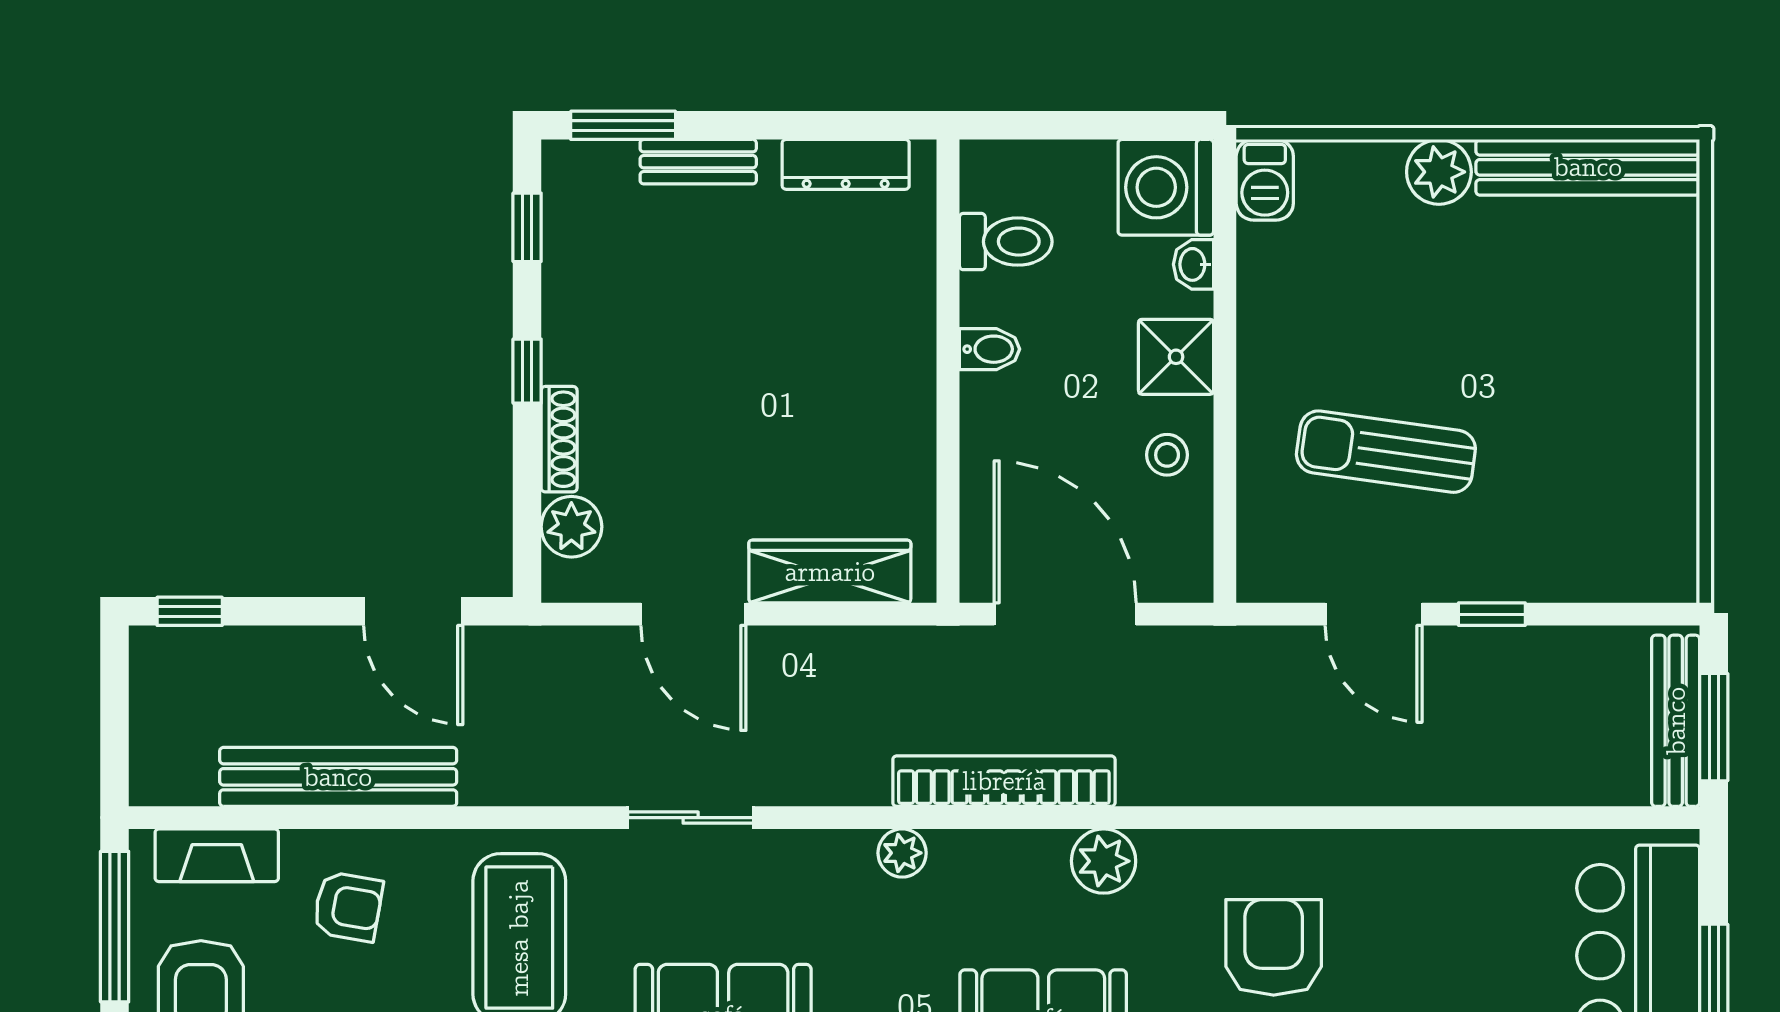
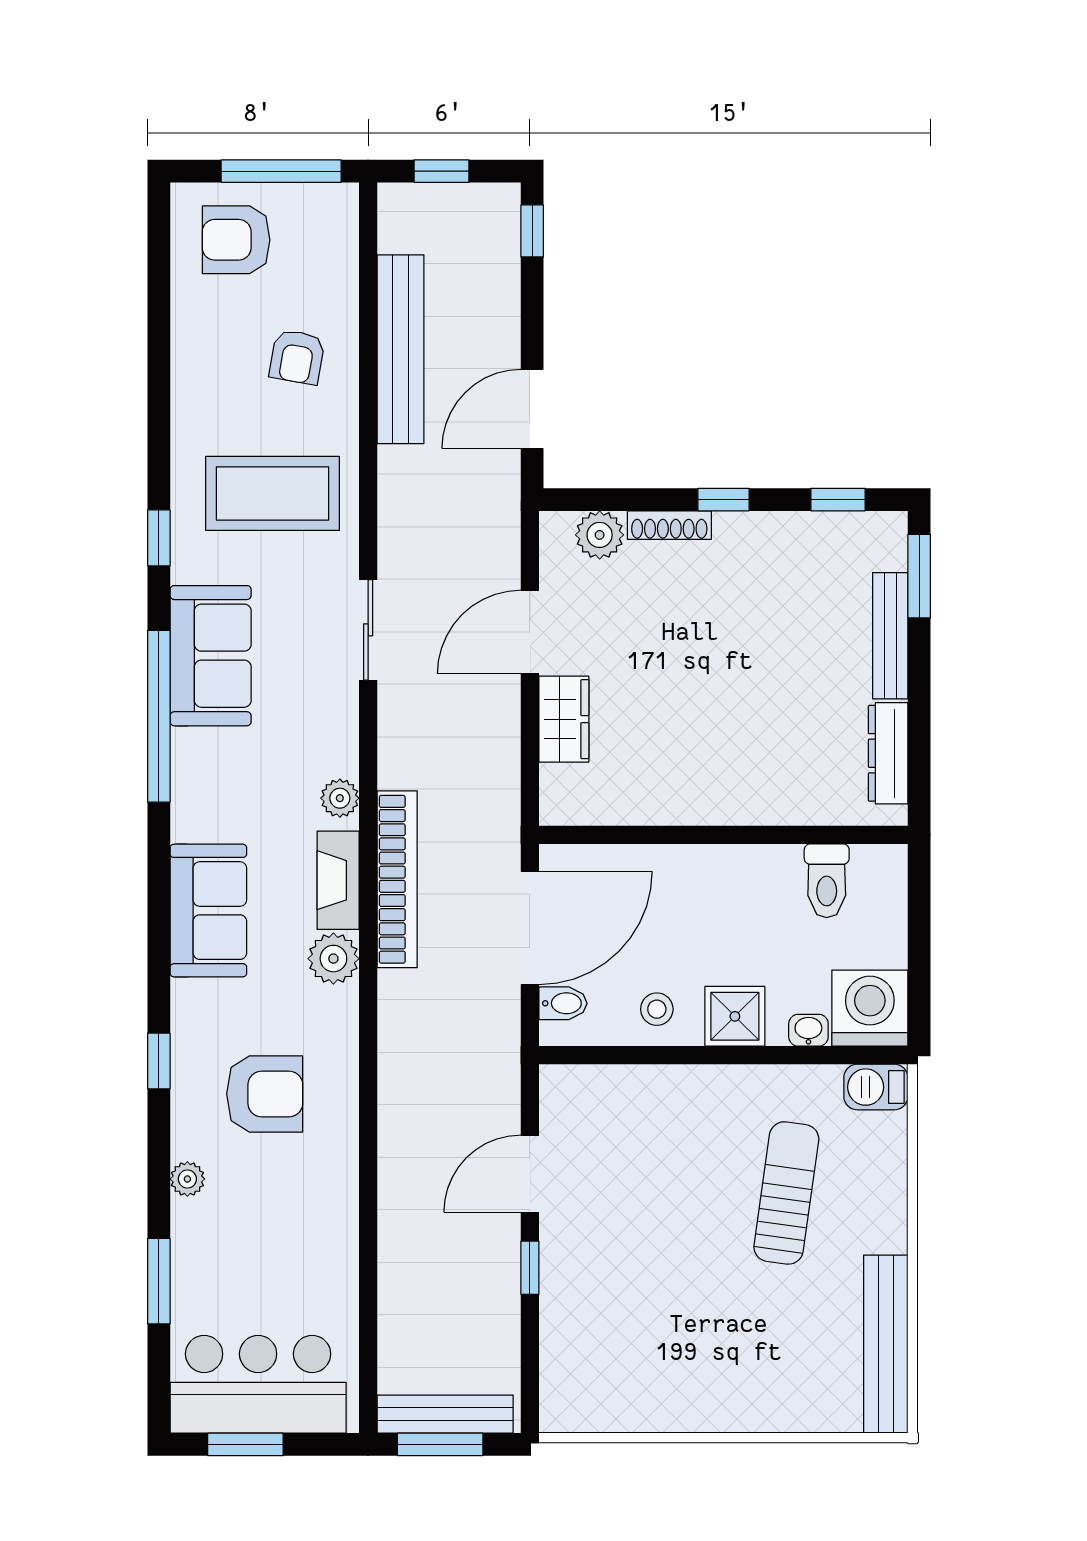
bench: (698, 162) -> (890, 636), width x1.36
plant: (1439, 172) -> (882, 1226), removed
bidet: (989, 349) -> (563, 1003), moved, turned -90
sun lounger: (1386, 452) -> (786, 1193), moved
wardrobe: (830, 572) -> (564, 719), width x0.67
window: (115, 725) -> (441, 171), added
fireplace: (217, 855) -> (338, 880), moved

